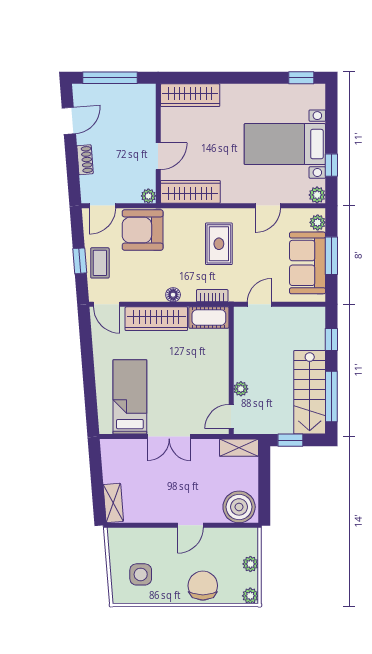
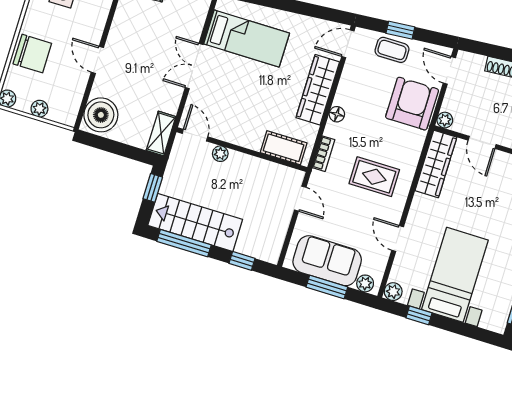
cot: (209, 318) -> (284, 148), moved, turned 90

